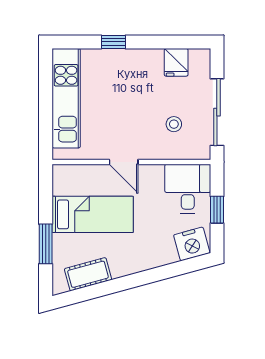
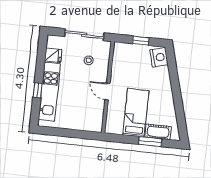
kitchen unit: (66, 98) -> (49, 92), moved, turned 90
door: (124, 162) -> (107, 92), swing flipped
desk: (188, 189) -> (127, 56), removed
cot: (88, 274) -> (158, 132), moved, turned -75

